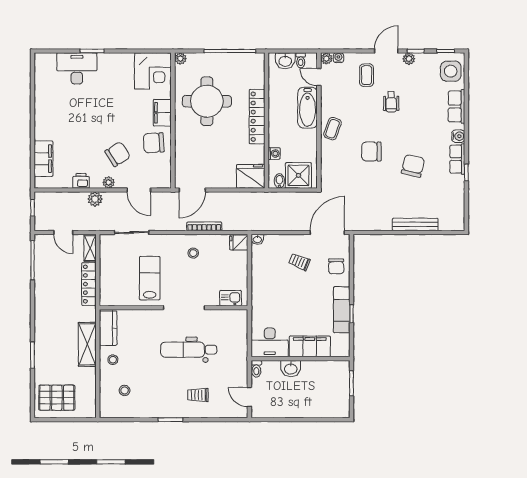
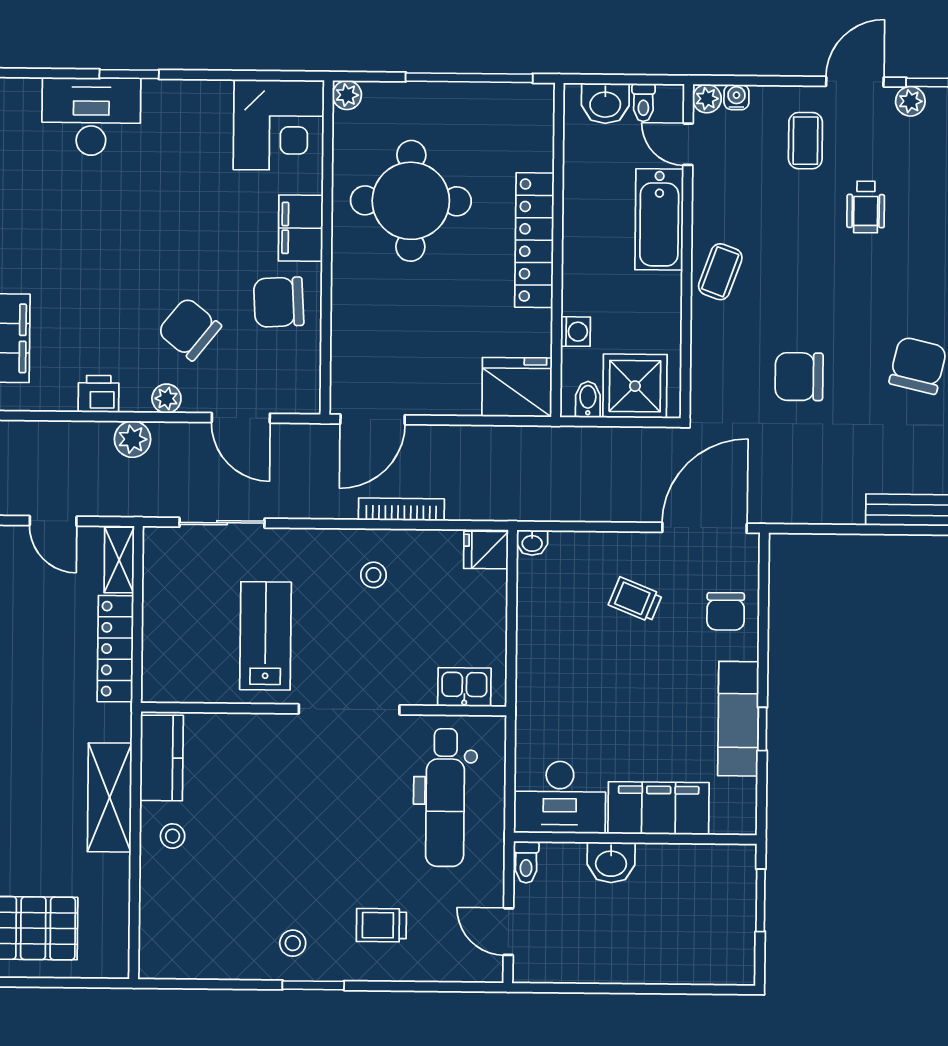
chair: (371, 152) -> (799, 377), moved
chair: (118, 154) -> (189, 329), turned -109
dental chair: (189, 350) -> (445, 798), moved, turned -90
stool: (125, 390) -> (293, 943), moved

